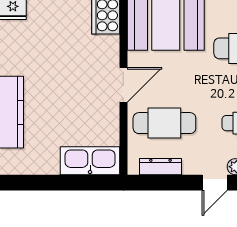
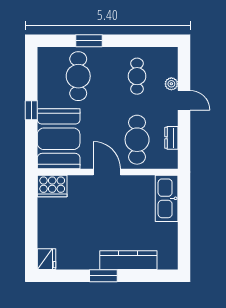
dresser: (160, 167) -> (171, 138), width x0.70

